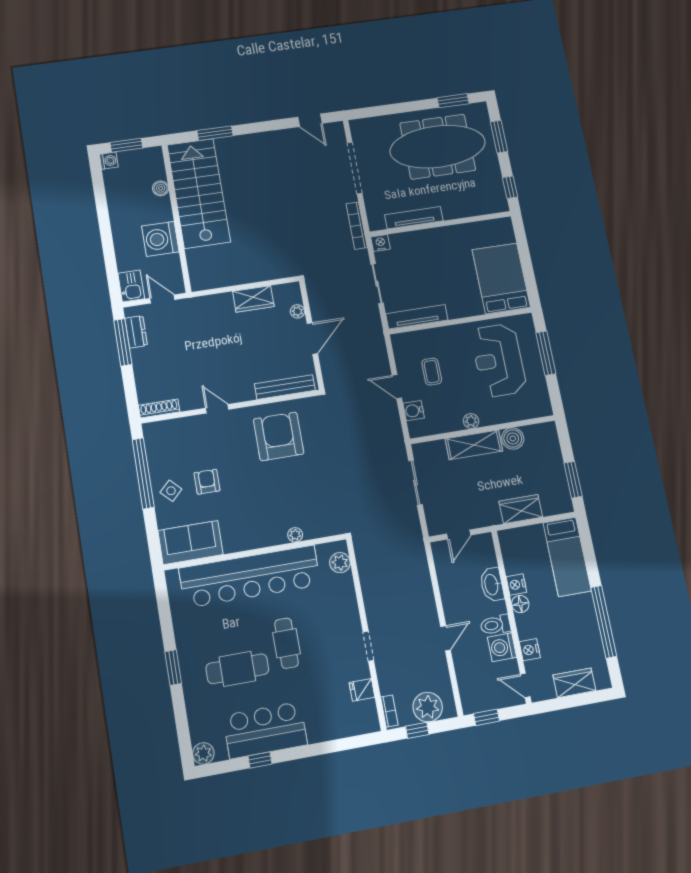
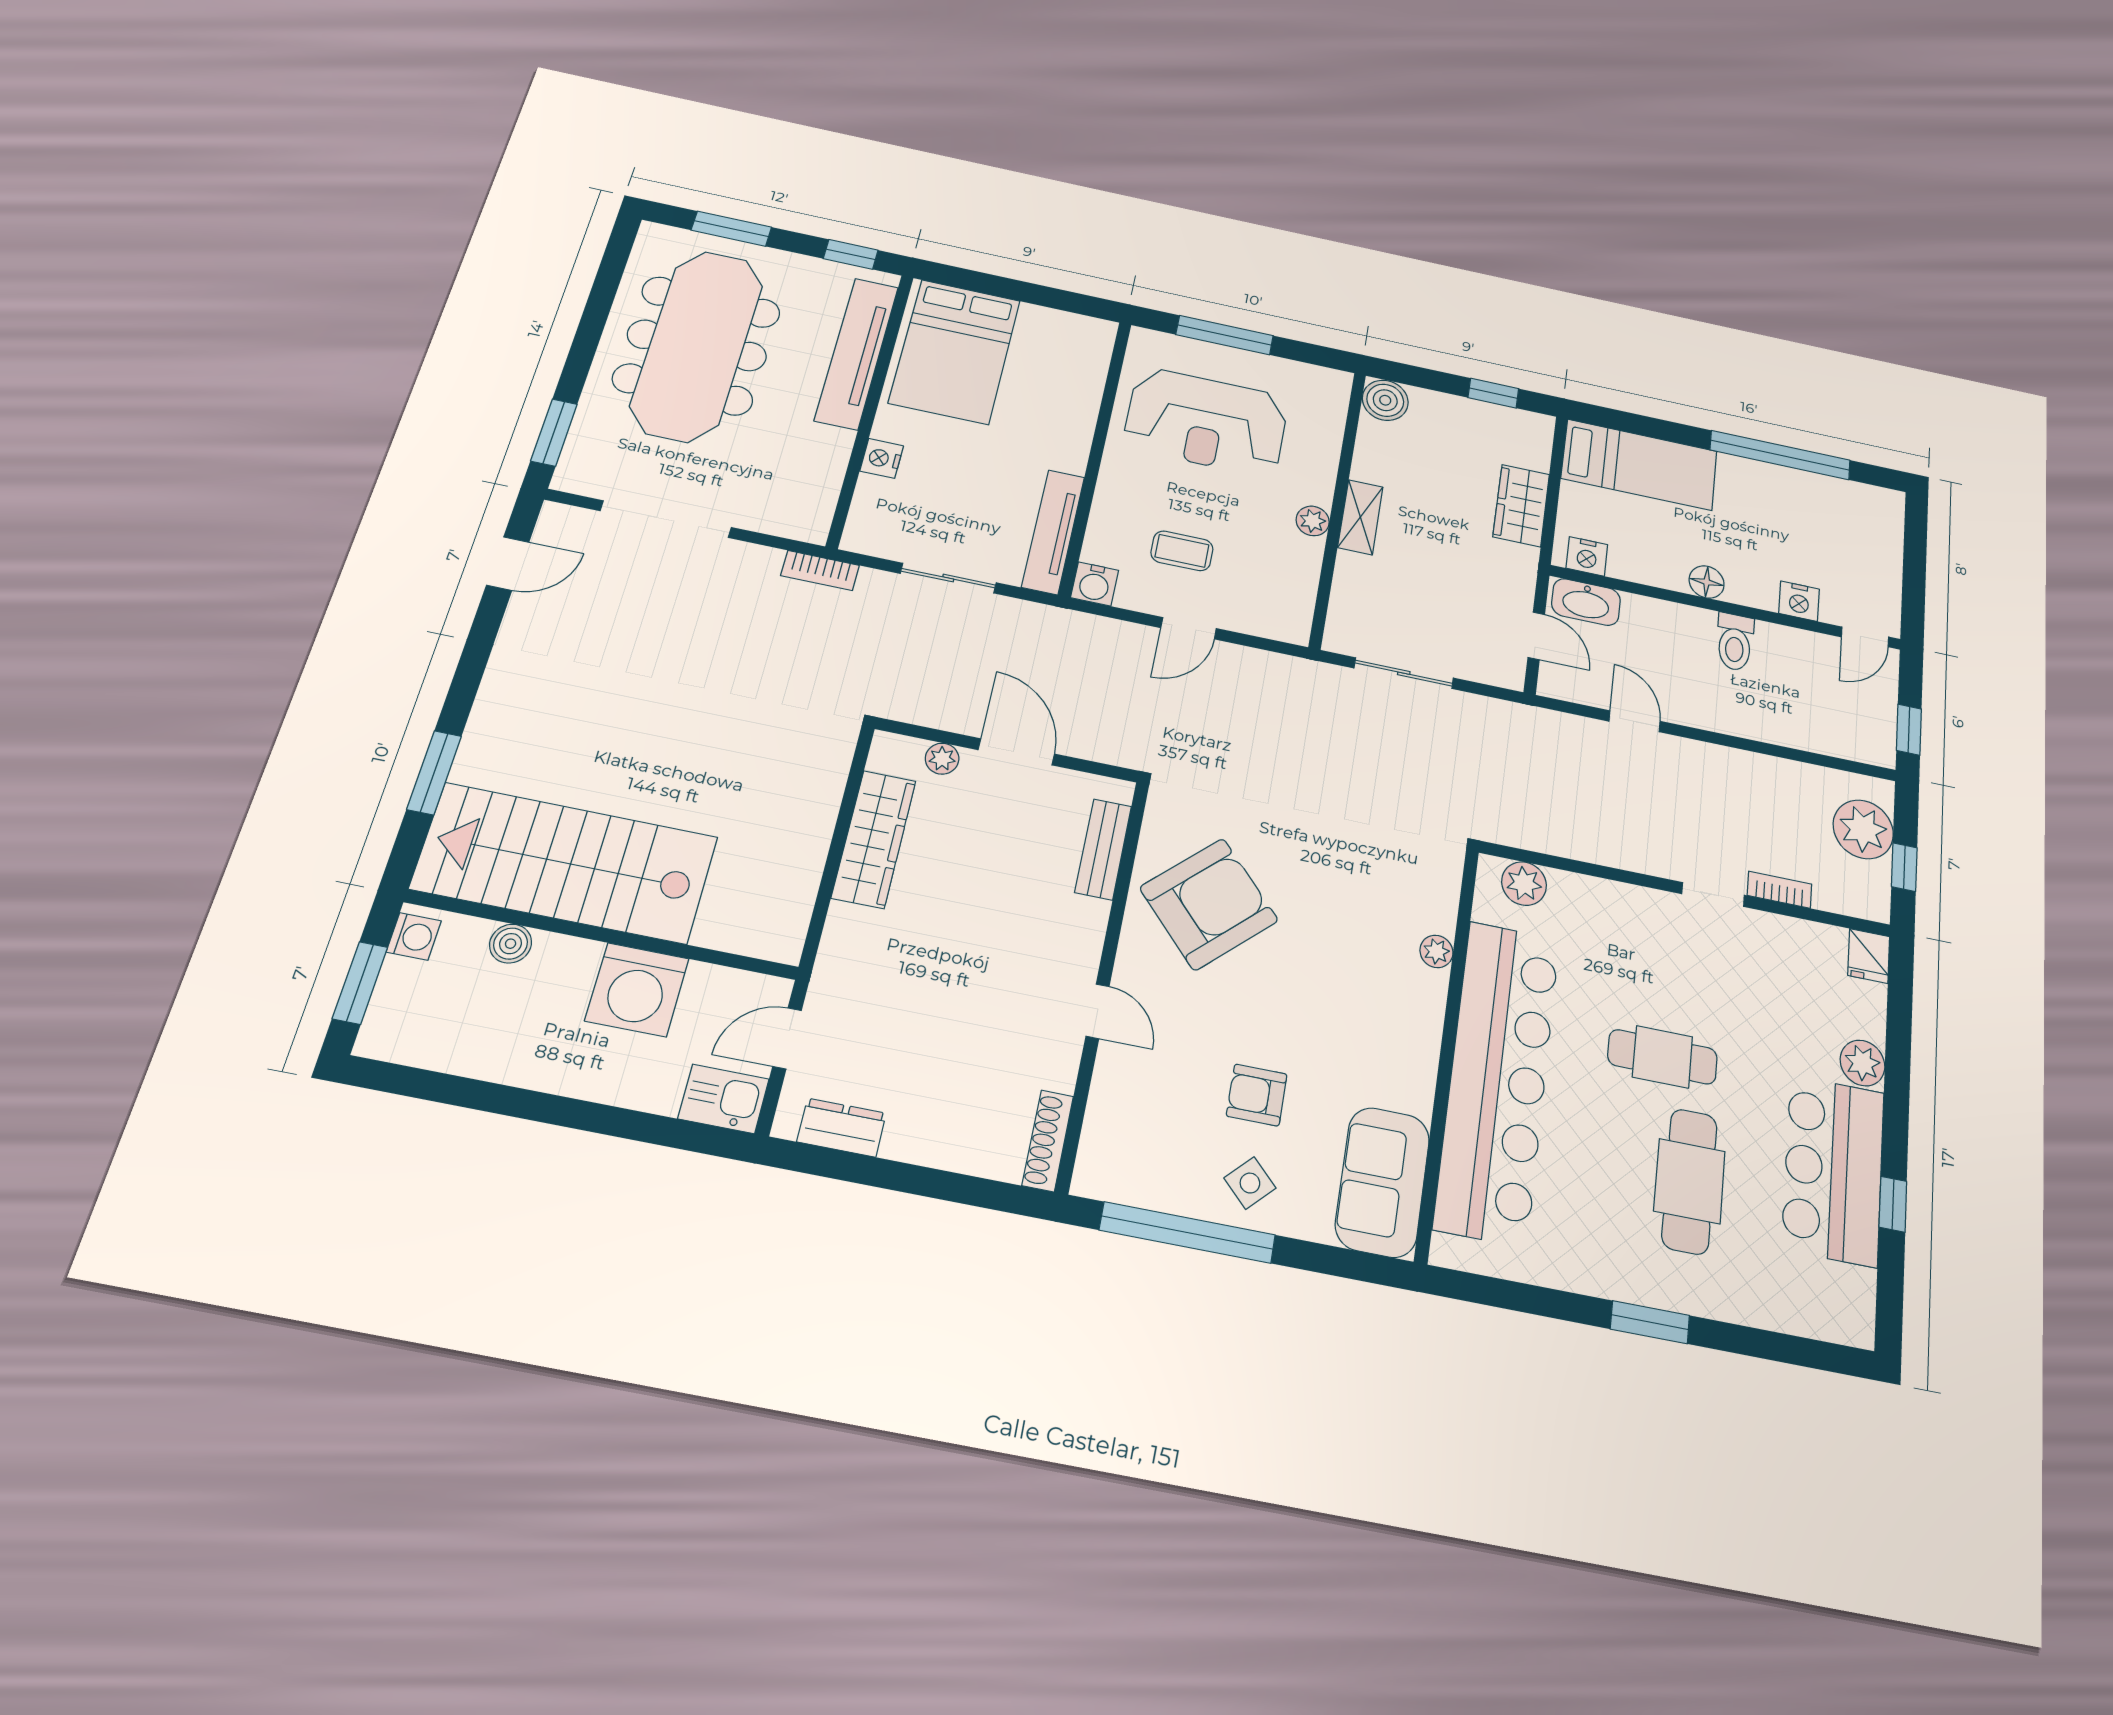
window: (453, 101) -> (554, 432), moved
washing machine: (109, 161) -> (414, 936), moved, turned 90
tv unit: (414, 218) -> (857, 353), moved, width x1.36, depth x1.29
bookcase: (357, 226) -> (820, 570), width x0.64
nightstand: (381, 243) -> (882, 458), moved
bed: (501, 278) -> (955, 351), moved, turned -90
wardrobe: (253, 299) -> (874, 839), width x1.50
window: (123, 342) -> (854, 1168), removed
bench: (285, 387) -> (1103, 849), width x0.73
door: (217, 409) -> (1097, 1011), swing flipped
water cooler: (414, 411) -> (1094, 584), moved
armchair: (279, 436) -> (1209, 904), turned 137
boiler: (513, 438) -> (1385, 400), moved
shelving: (474, 445) -> (1360, 517), width x0.67, depth x0.75
window: (573, 480) -> (1493, 393), width x0.67
washbasin: (492, 585) -> (1586, 602), moved
nightstand: (516, 585) -> (1587, 556), moved
door: (446, 638) -> (1634, 721), moved
washing machine: (502, 647) -> (1781, 648), removed
wardrobe: (574, 683) -> (1881, 551), removed
fridge: (362, 690) -> (1869, 956), moved
bookcase: (389, 711) -> (1779, 890), moved
plant: (203, 753) -> (1862, 1063), moved

